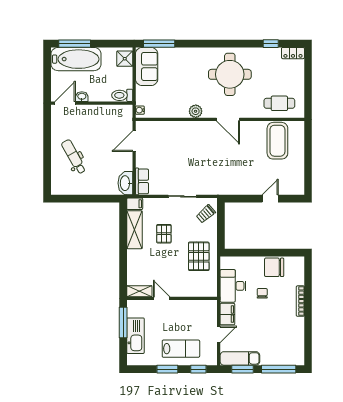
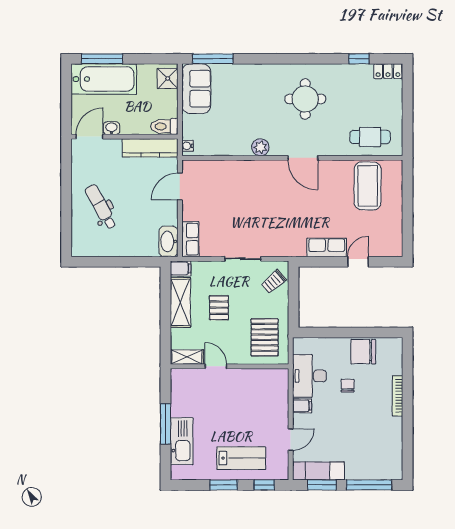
round table: (230, 74) -> (305, 99), width x0.73, depth x0.73
kitchen counter: (111, 112) -> (150, 148), added
row of seats: (246, 188) -> (327, 247), added
shelving: (139, 291) -> (187, 357), moved
door: (162, 298) -> (216, 366), moved
wall: (172, 298) -> (230, 366), moved
filing cabinet: (227, 314) -> (302, 406), width x0.50

